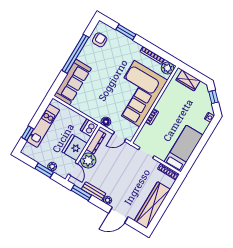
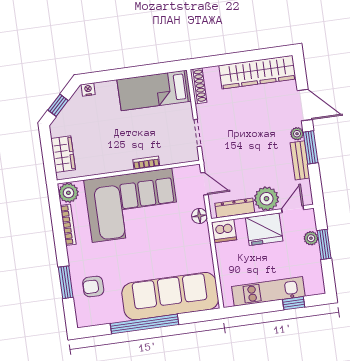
armchair: (100, 40) -> (93, 286), moved
sofa: (73, 82) -> (170, 296), width x1.36, depth x1.27
window: (81, 193) -> (311, 147), moved

